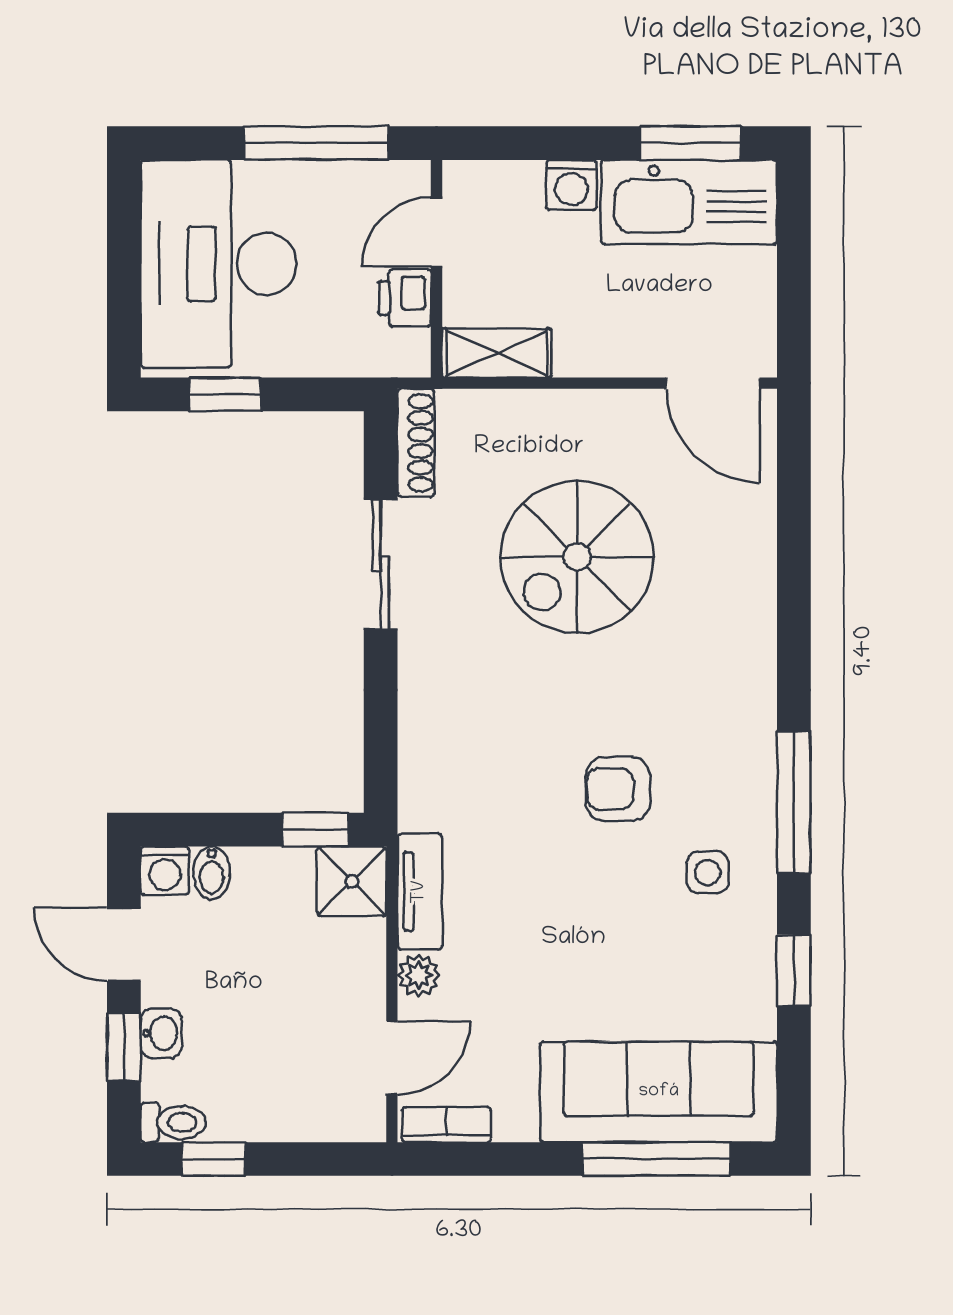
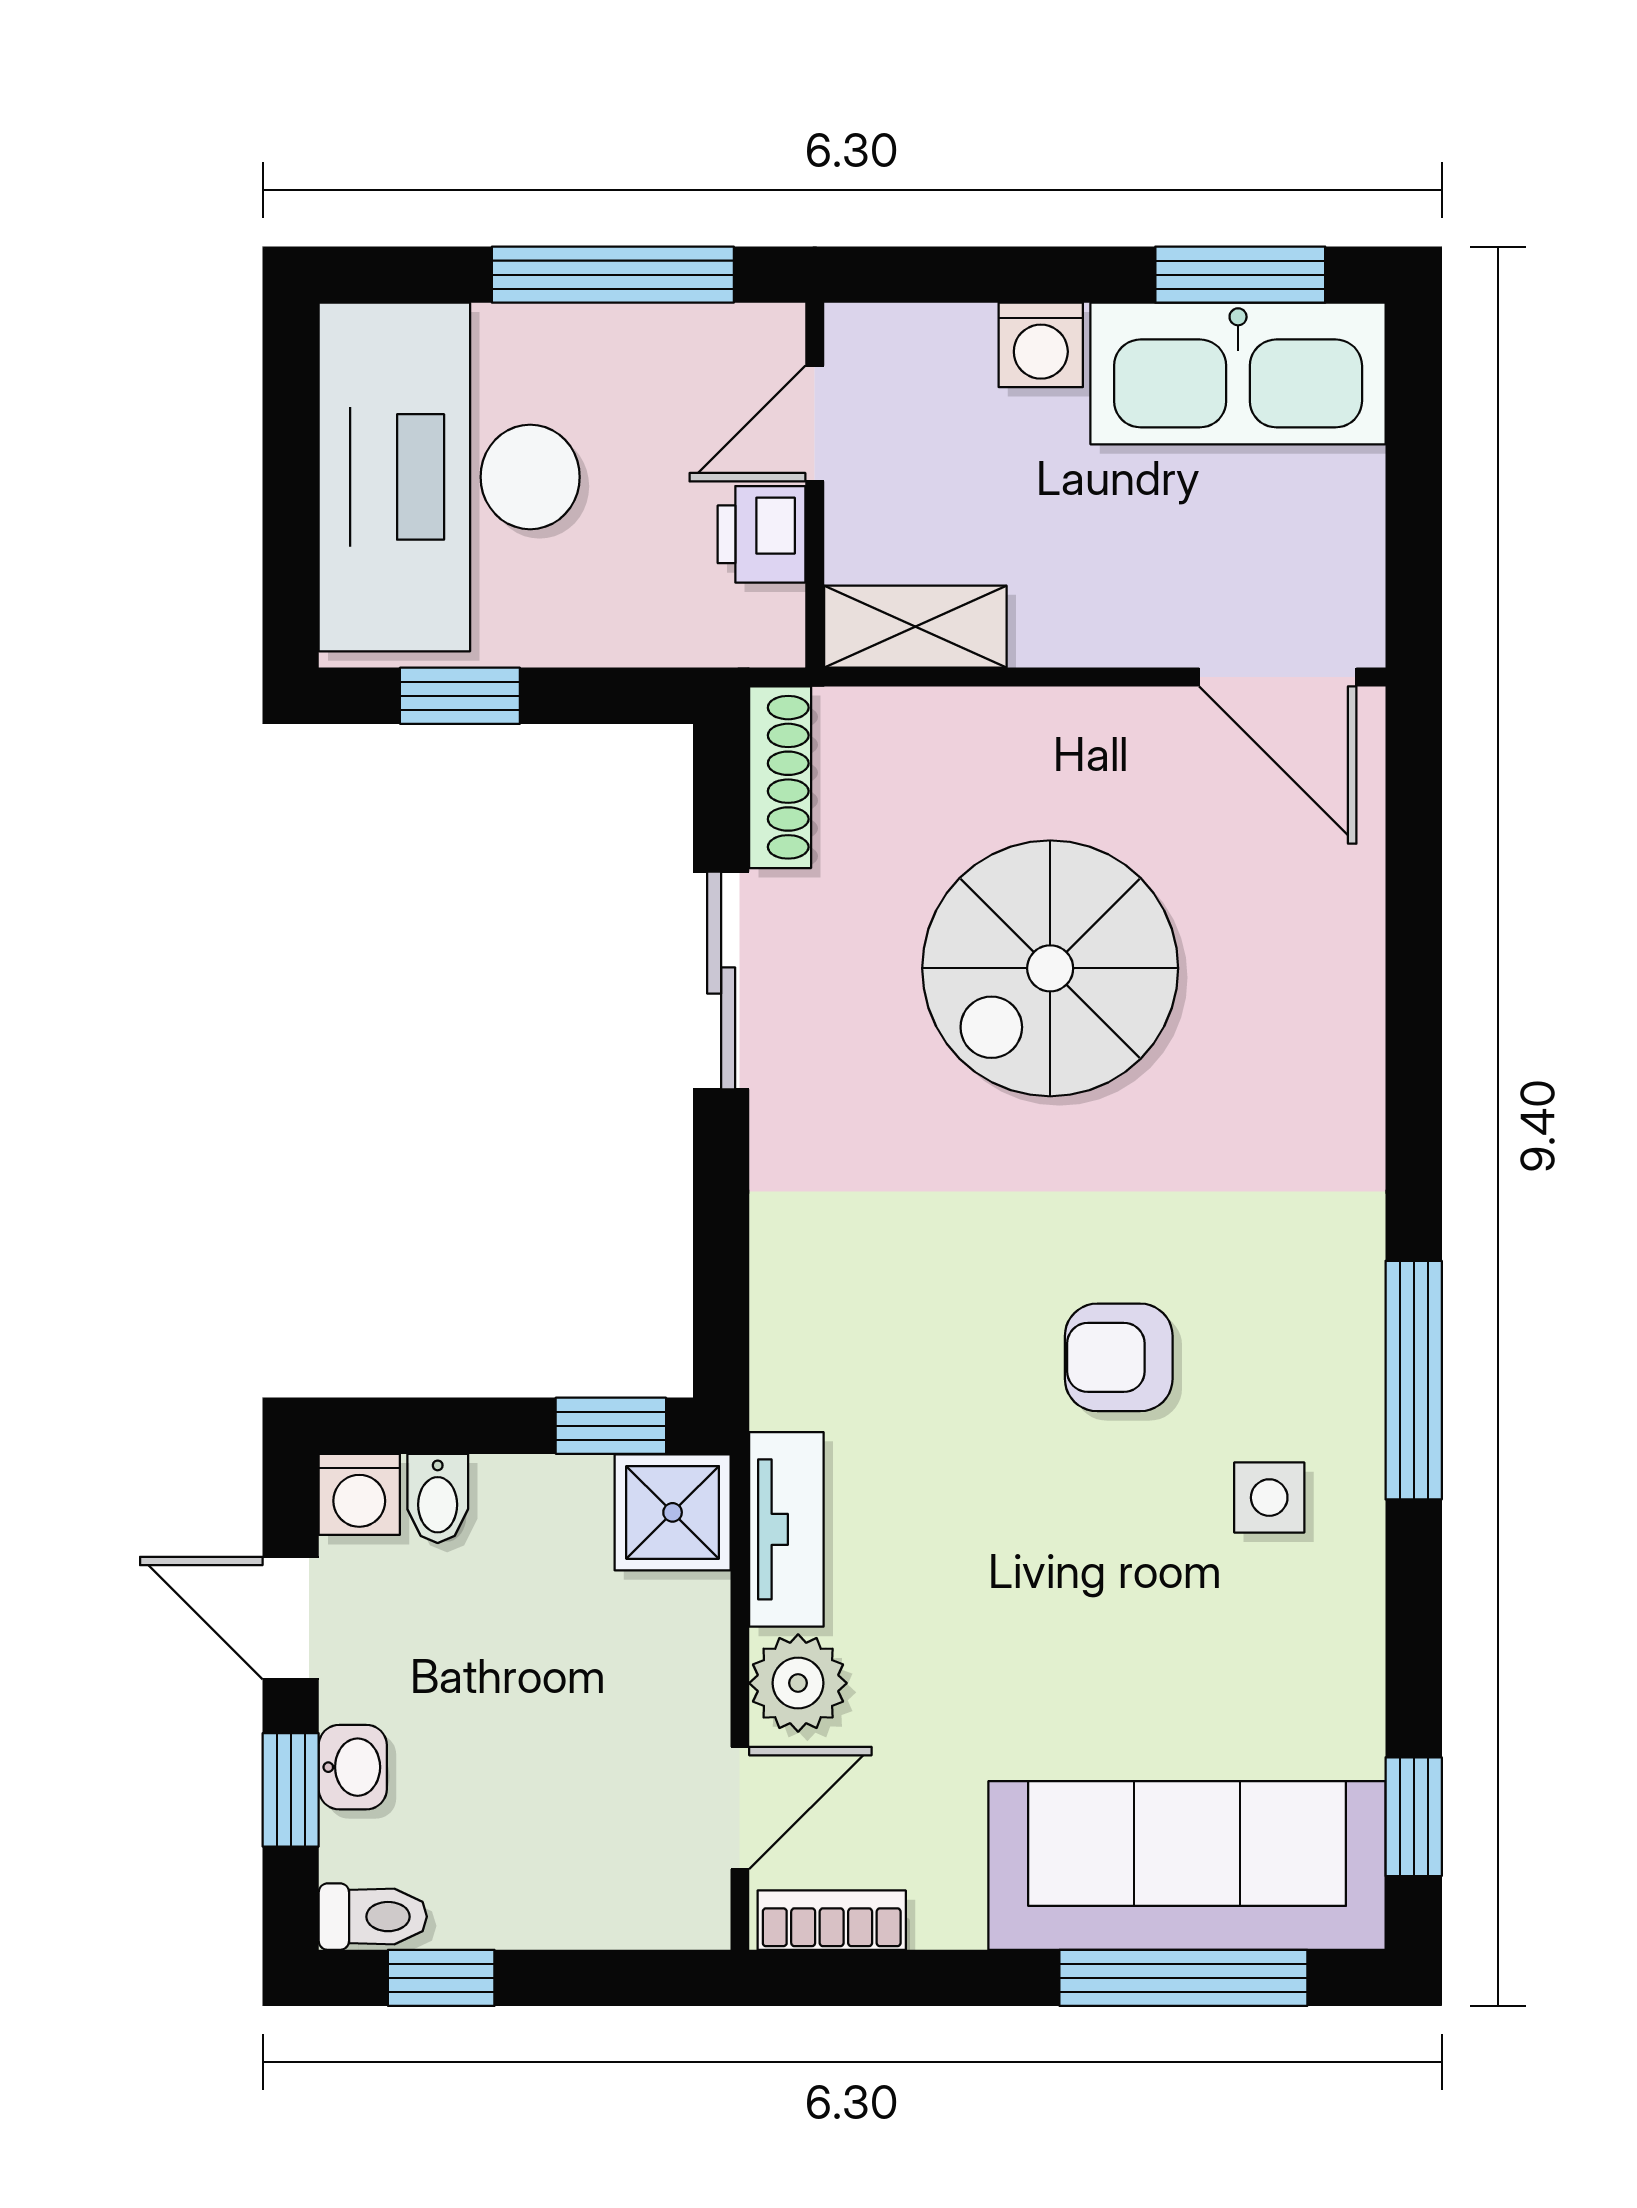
window: (794, 970) -> (1414, 1817), moved
plant: (419, 975) -> (798, 1683), width x1.38, depth x1.38

